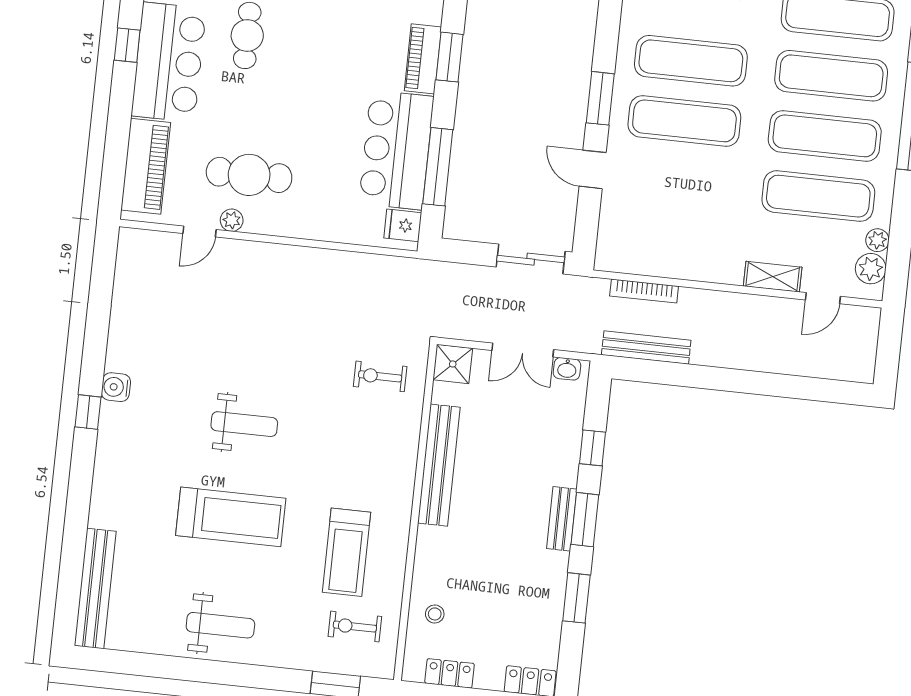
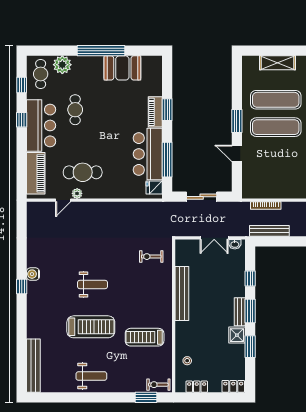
sliding door: (531, 259) -> (202, 197), moved
shower: (453, 364) -> (237, 335), moved
treadmill: (346, 552) -> (145, 337), turned 90
exercise bike: (355, 627) -> (158, 385), moved

